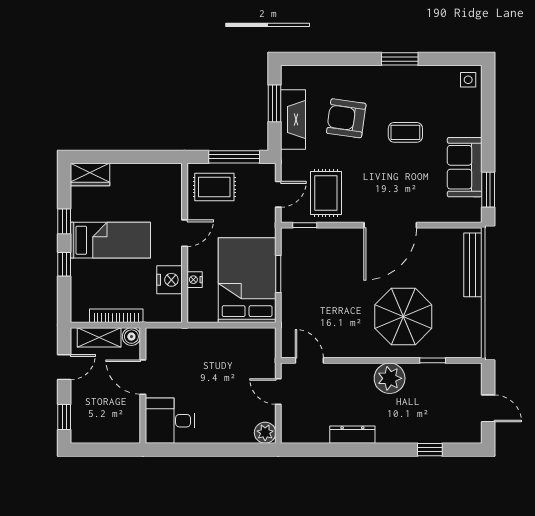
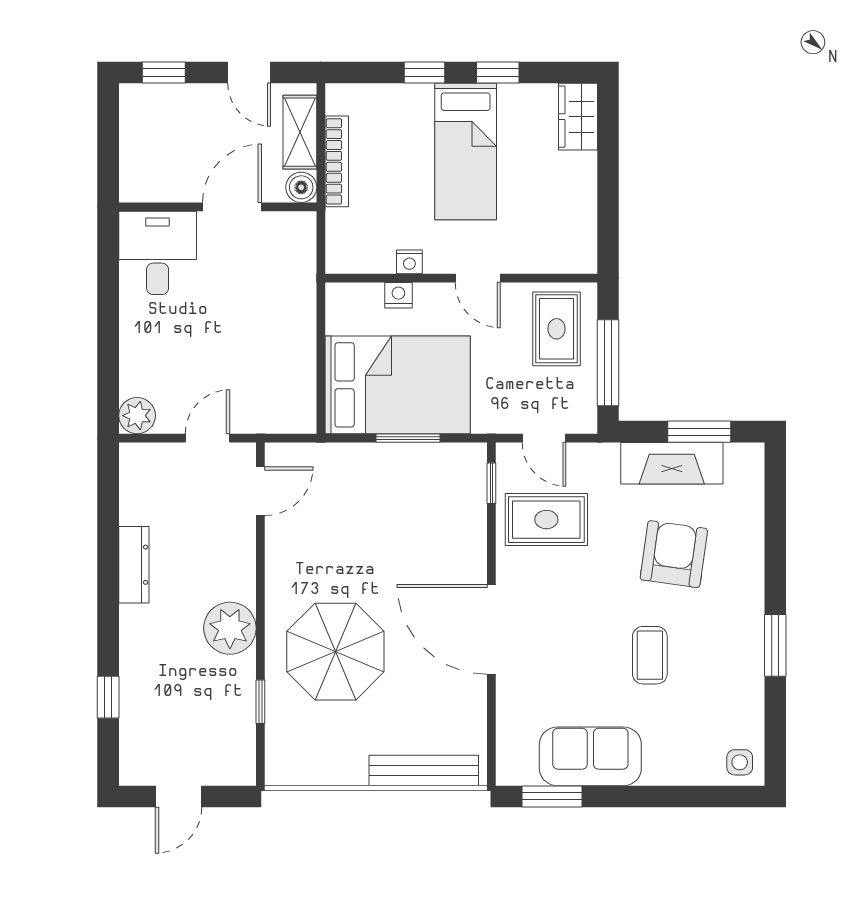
nightstand: (169, 280) -> (409, 262), width x0.53, depth x0.56

